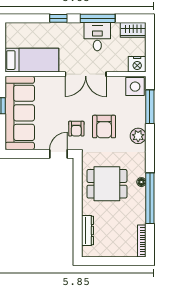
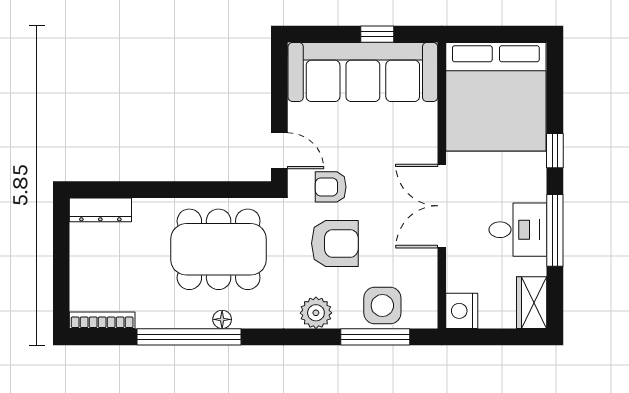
bed: (32, 60) -> (496, 97), width x2.04
side table: (135, 87) -> (382, 306), moved
armchair: (104, 127) -> (335, 243), turned 180
dining table: (107, 184) -> (219, 249), width x1.38
dresser: (88, 231) -> (100, 210), moved

